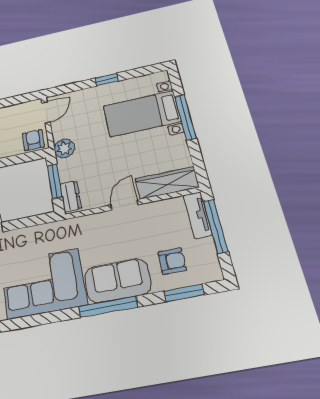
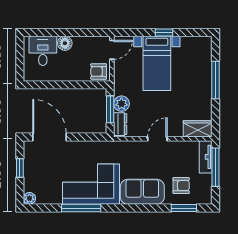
bed with nightstands: (142, 114) -> (157, 63), moved, turned -90
armchair: (33, 140) -> (99, 72), turned -90
plant: (64, 148) -> (121, 104), moved
wardrobe: (167, 183) -> (198, 129), width x0.67
window: (108, 307) -> (81, 208), moved

